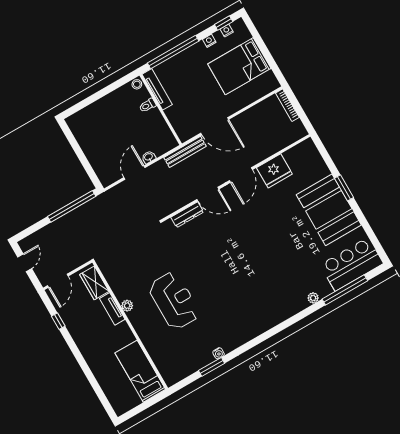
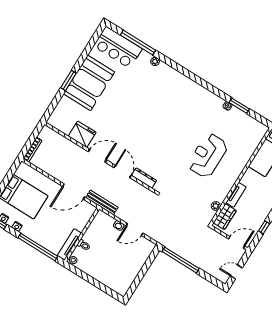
door: (215, 126) -> (74, 192), swing flipped
plant: (127, 306) -> (216, 206), moved

